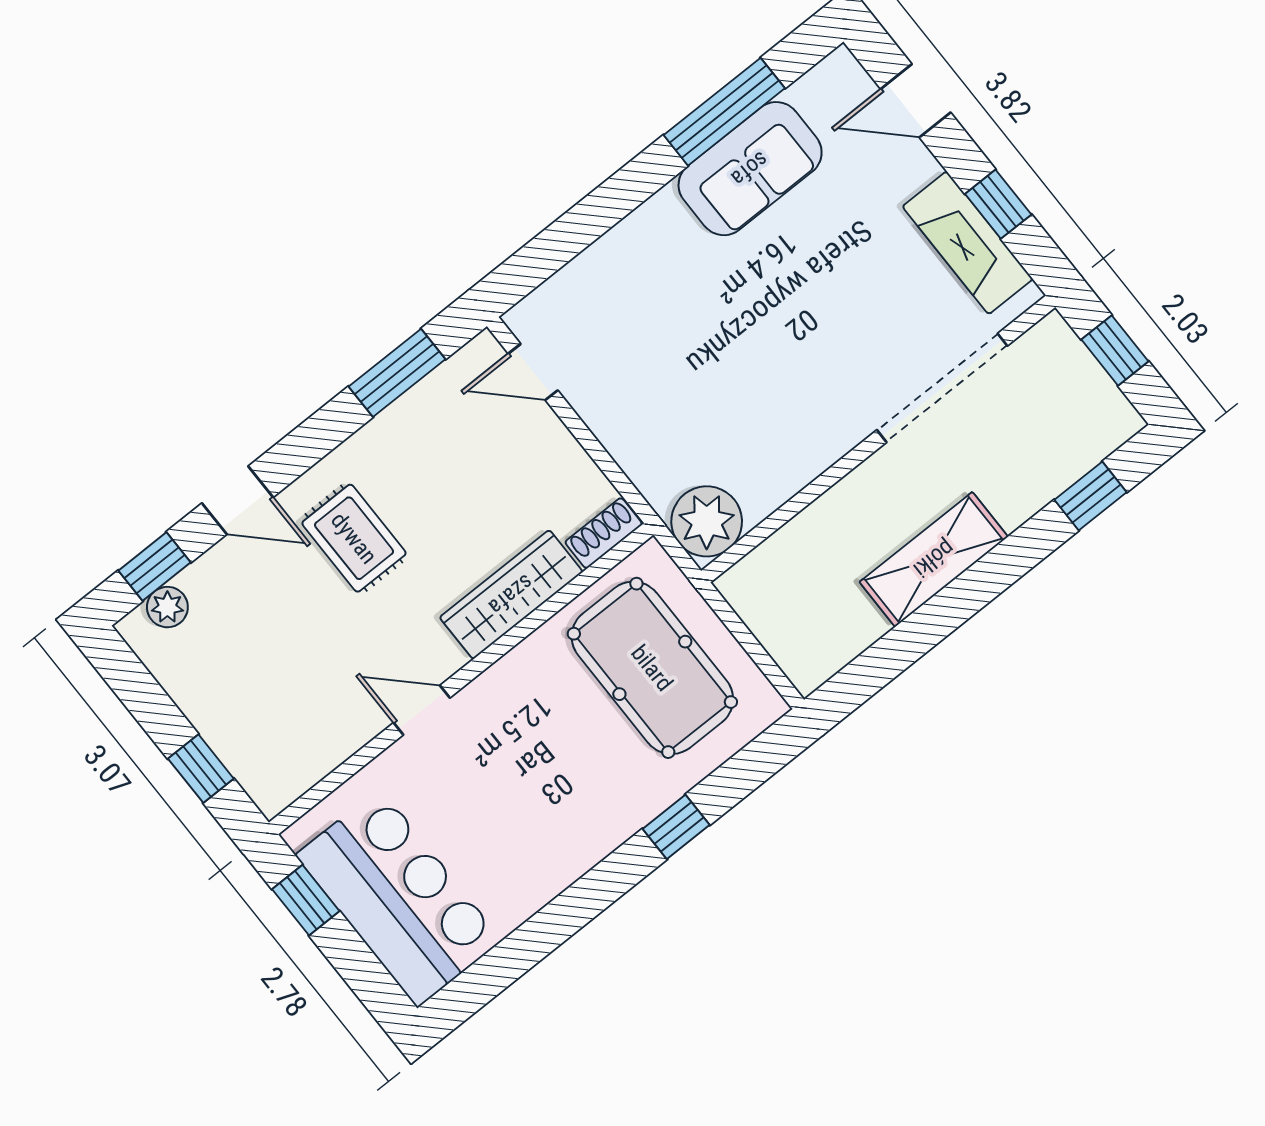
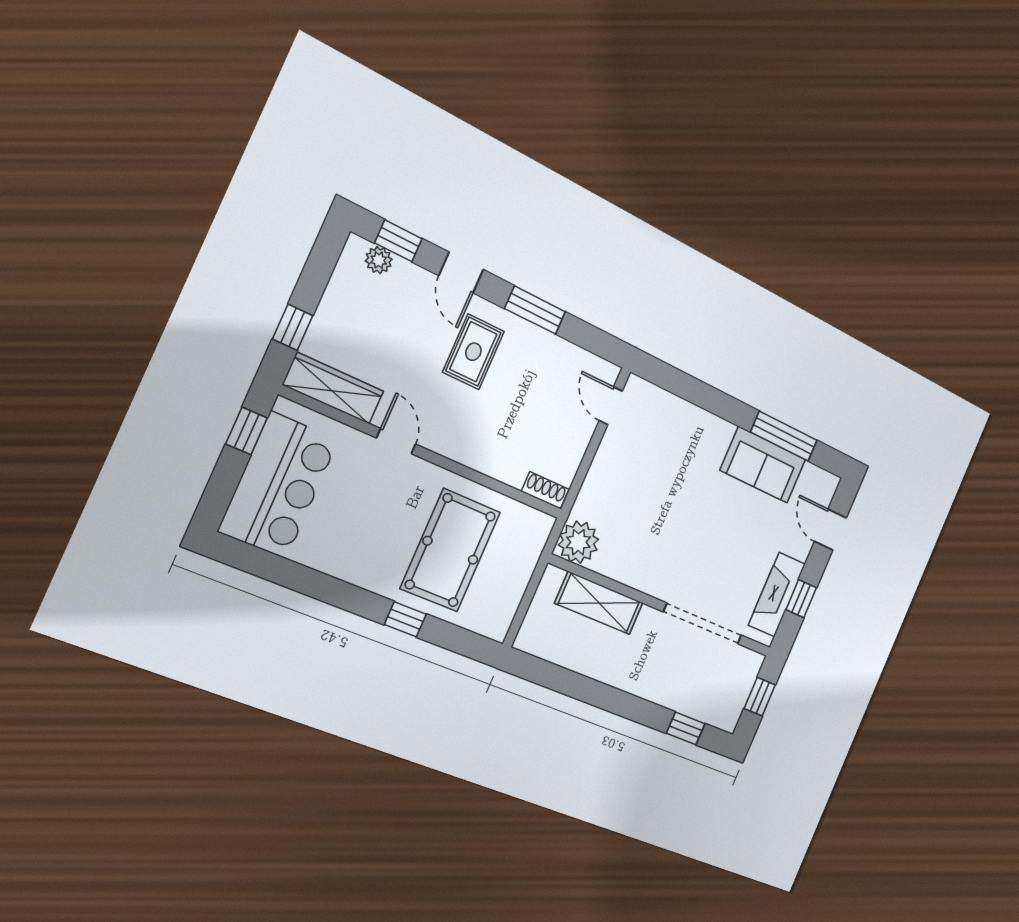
window: (397, 373) -> (535, 310), moved
shelving: (934, 559) -> (599, 603), moved
wardrobe: (511, 595) -> (333, 388), moved
pool table: (652, 668) -> (450, 550), moved

